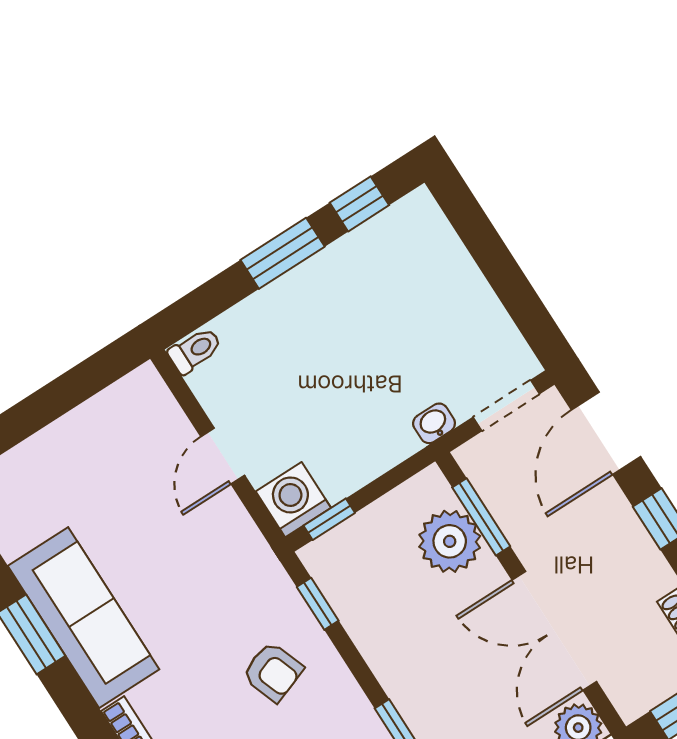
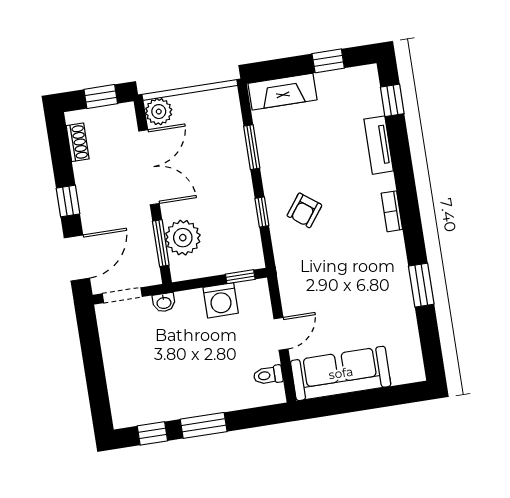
toilet: (195, 350) -> (268, 375), moved
washing machine: (293, 500) -> (221, 300), moved
window: (318, 604) -> (262, 212), moved
sofa: (84, 618) -> (341, 373), moved, turned 90
armchair: (273, 672) -> (304, 210), turned -123

